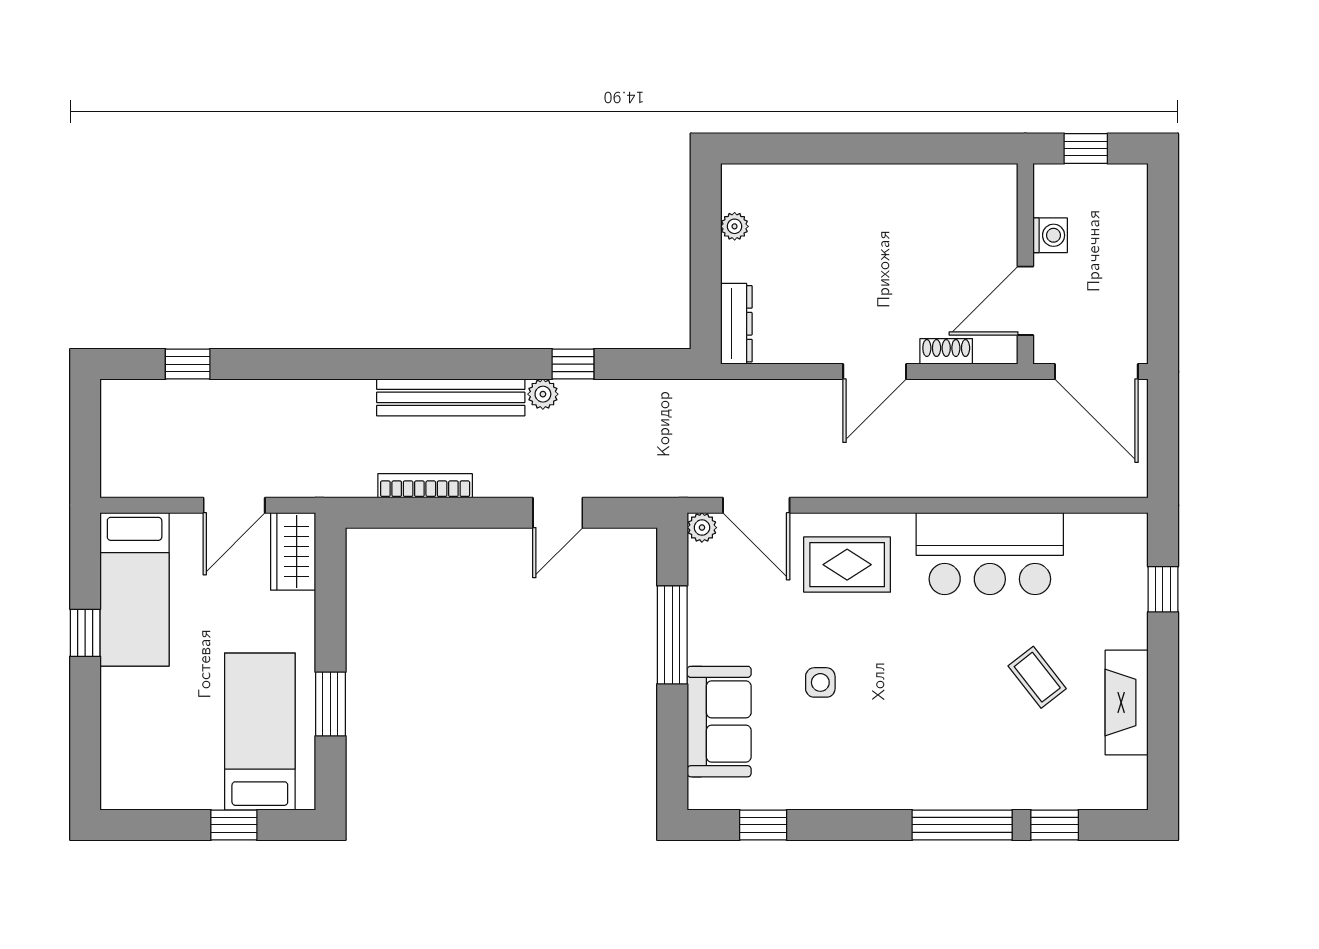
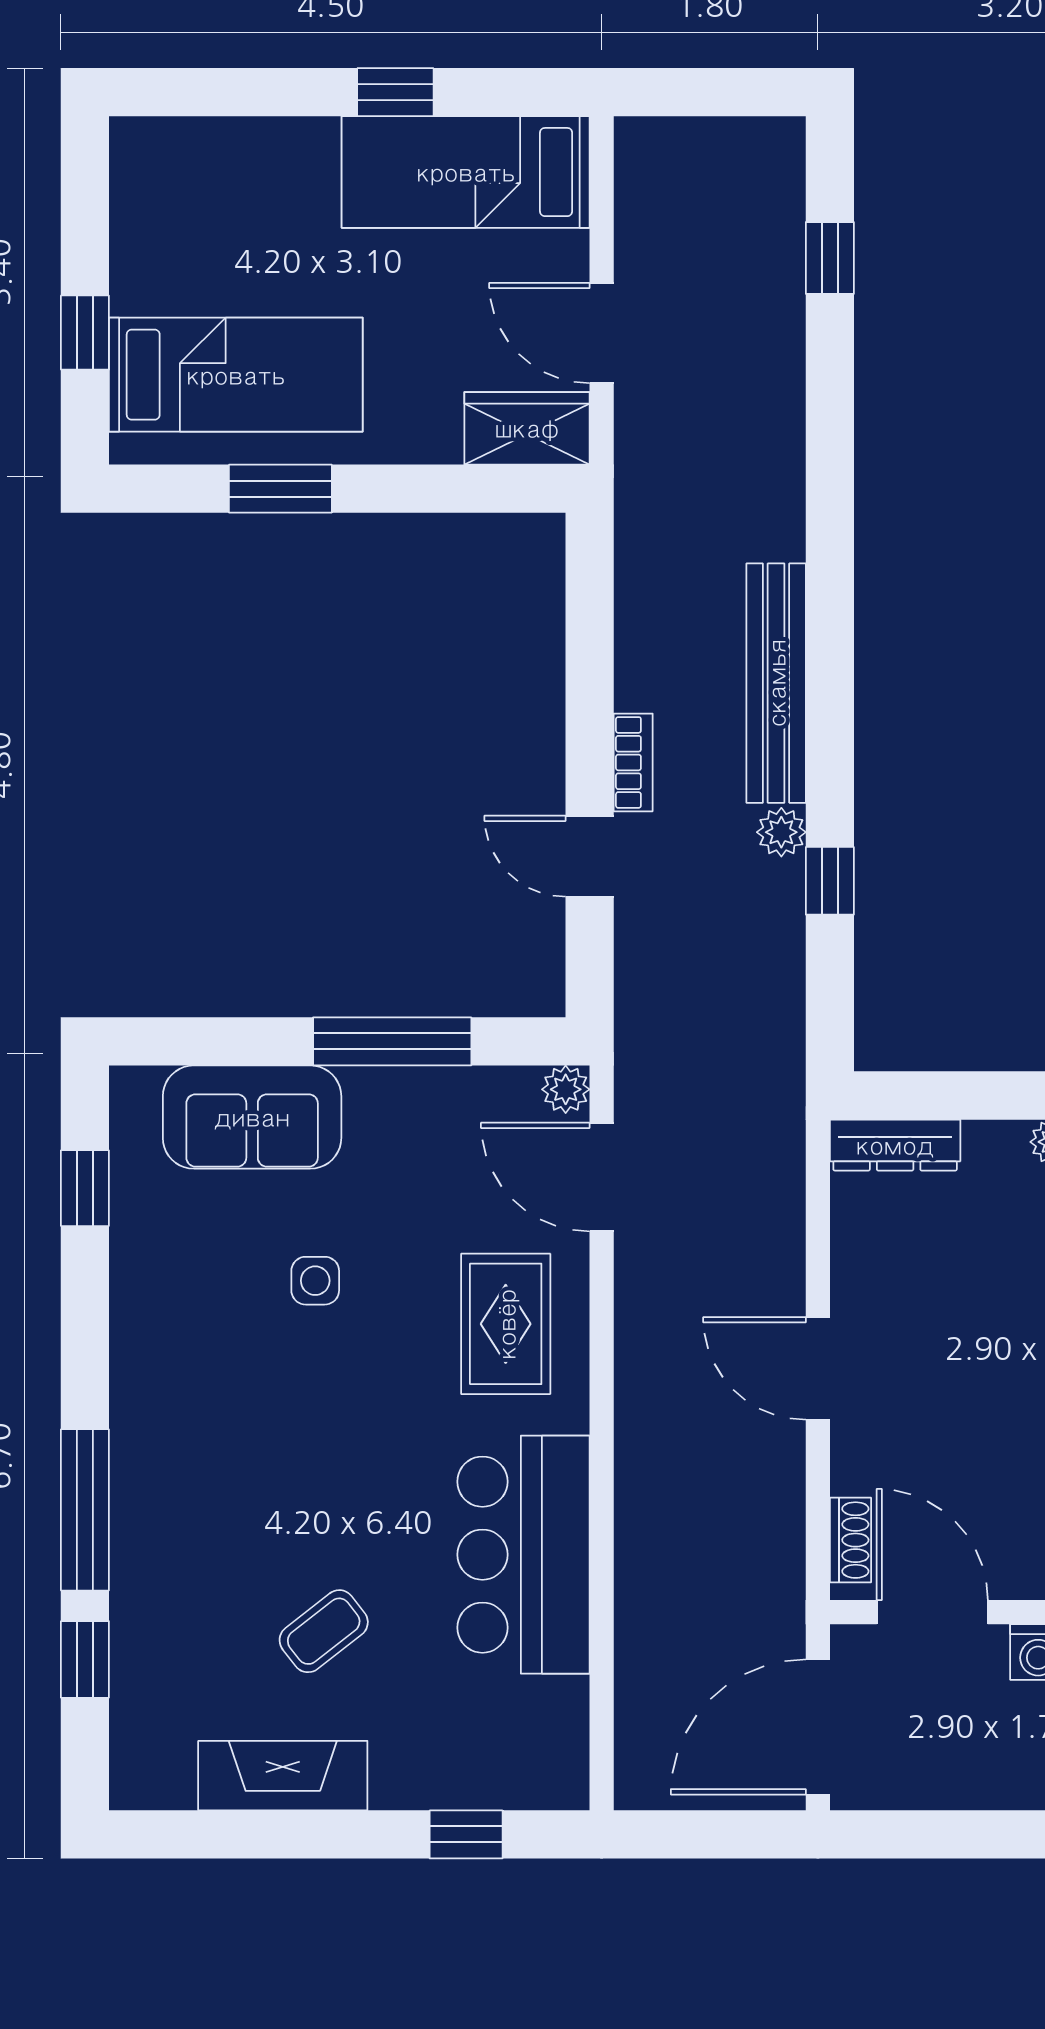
shoe rack: (946, 351) -> (850, 1540), moved
bookcase: (425, 486) -> (633, 762), moved, width x0.64
door: (756, 505) -> (602, 1177), hinge flipped

